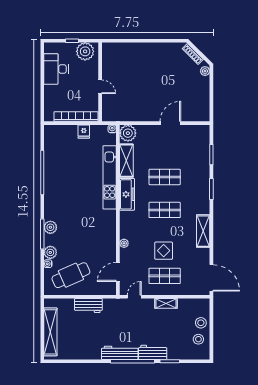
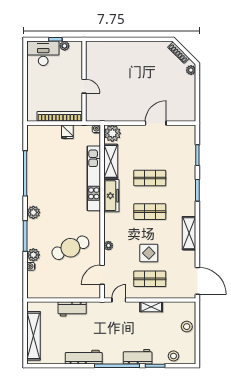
plant: (85, 51) -> (65, 46), width x0.53, depth x0.53
desk: (56, 69) -> (43, 53), moved, turned 90
plant: (50, 227) -> (33, 212), moved
cafe table: (71, 275) -> (70, 248), moved
stool: (198, 339) -> (173, 356), moved
workbench: (120, 353) -> (84, 357), moved

